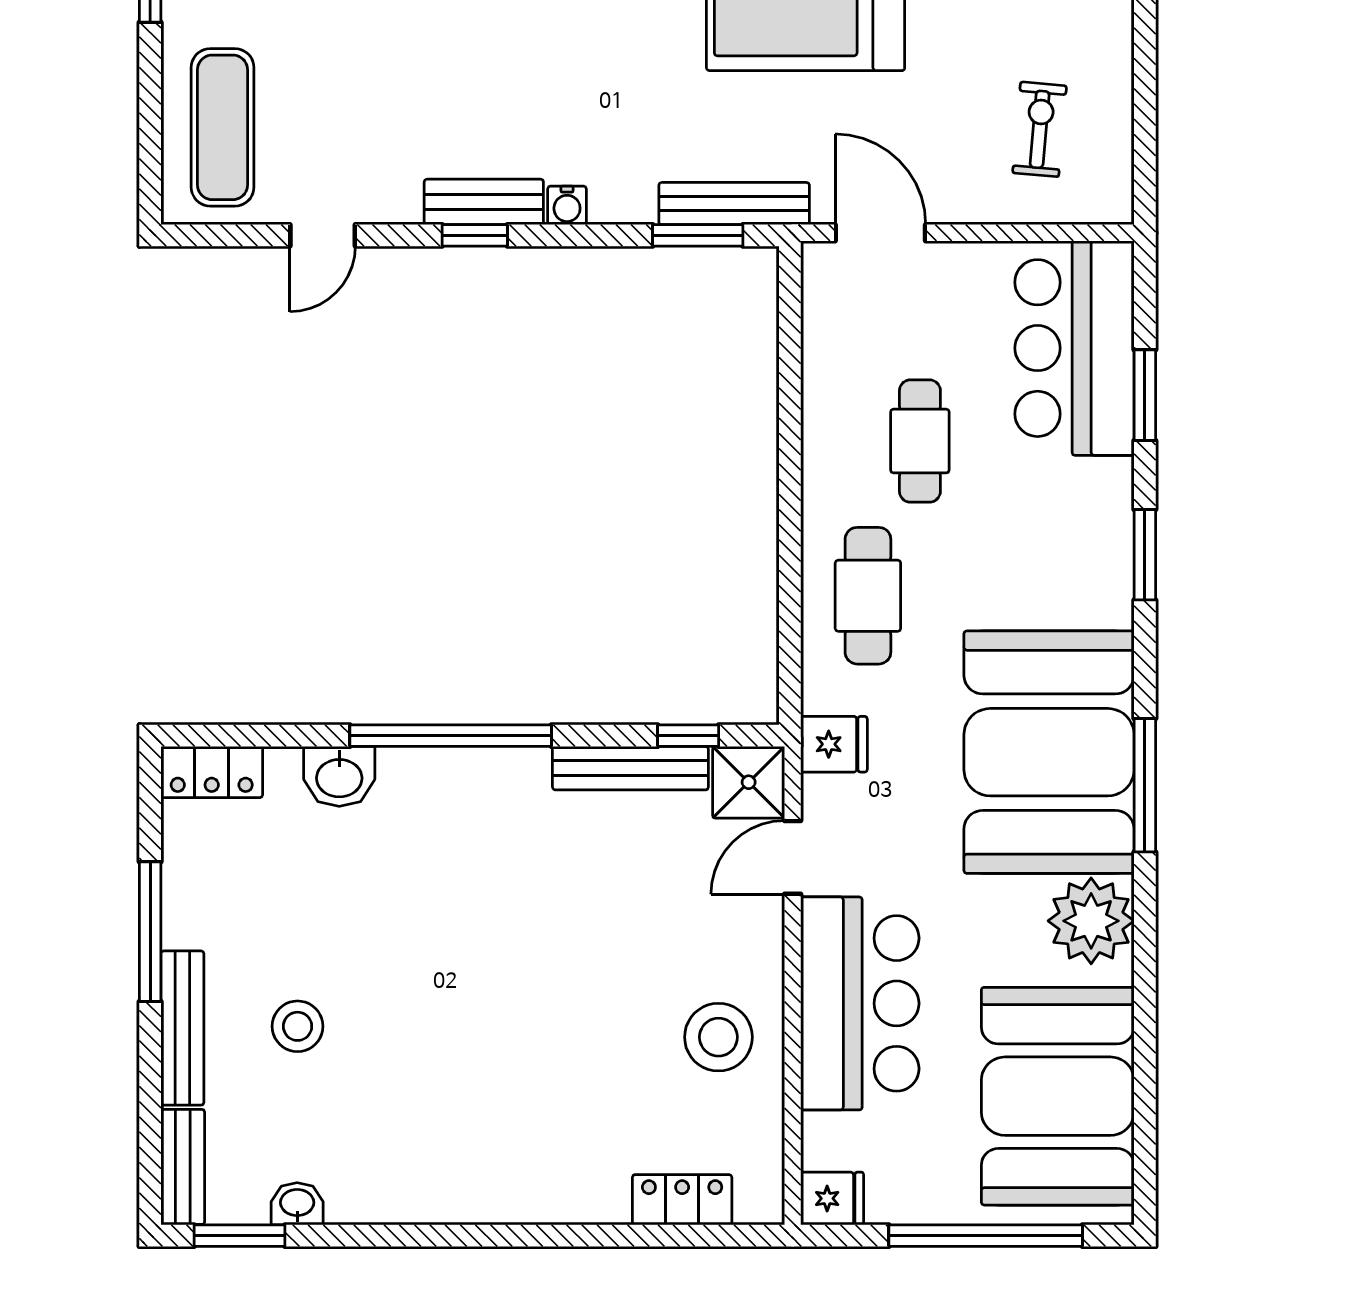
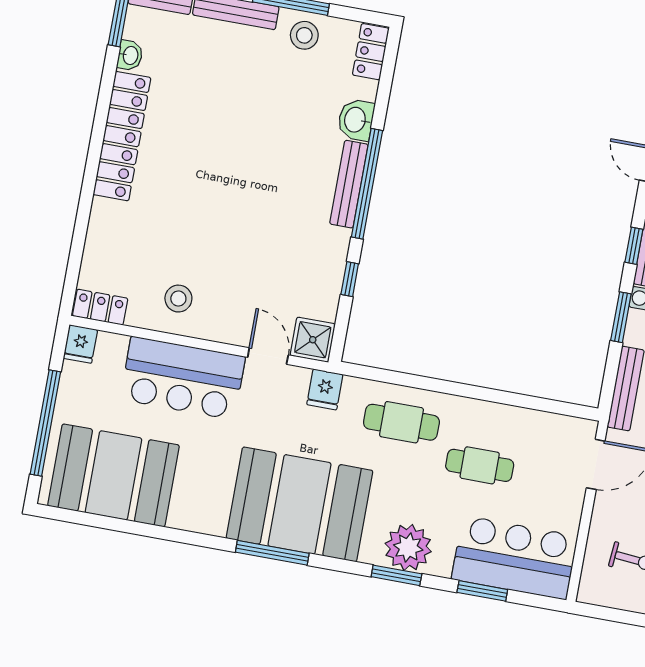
window: (698, 235) -> (621, 317), moved
window: (688, 736) -> (350, 279), moved
bench: (630, 768) -> (349, 184), moved
plant: (1091, 921) -> (408, 547), moved
stool: (298, 1026) -> (304, 35), moved
stool: (718, 1037) -> (178, 299), width x0.73, depth x0.73
locker: (445, 1192) -> (122, 136), added
locker: (682, 1200) -> (100, 307), moved, turned -90

